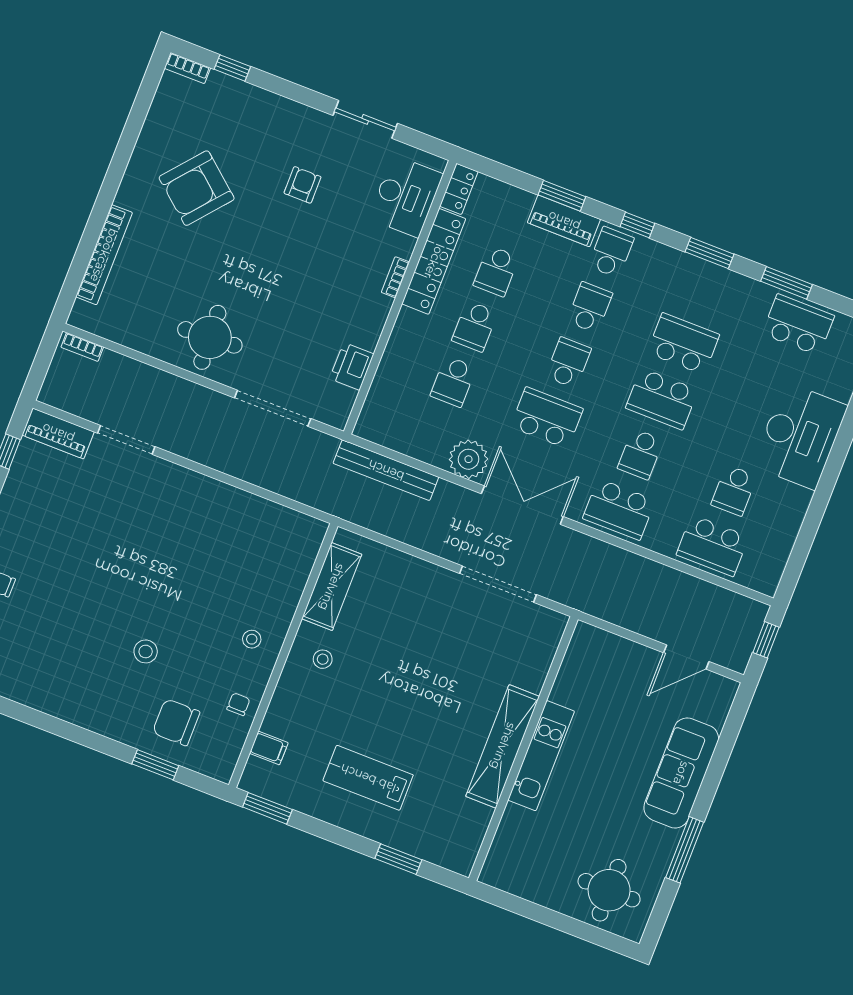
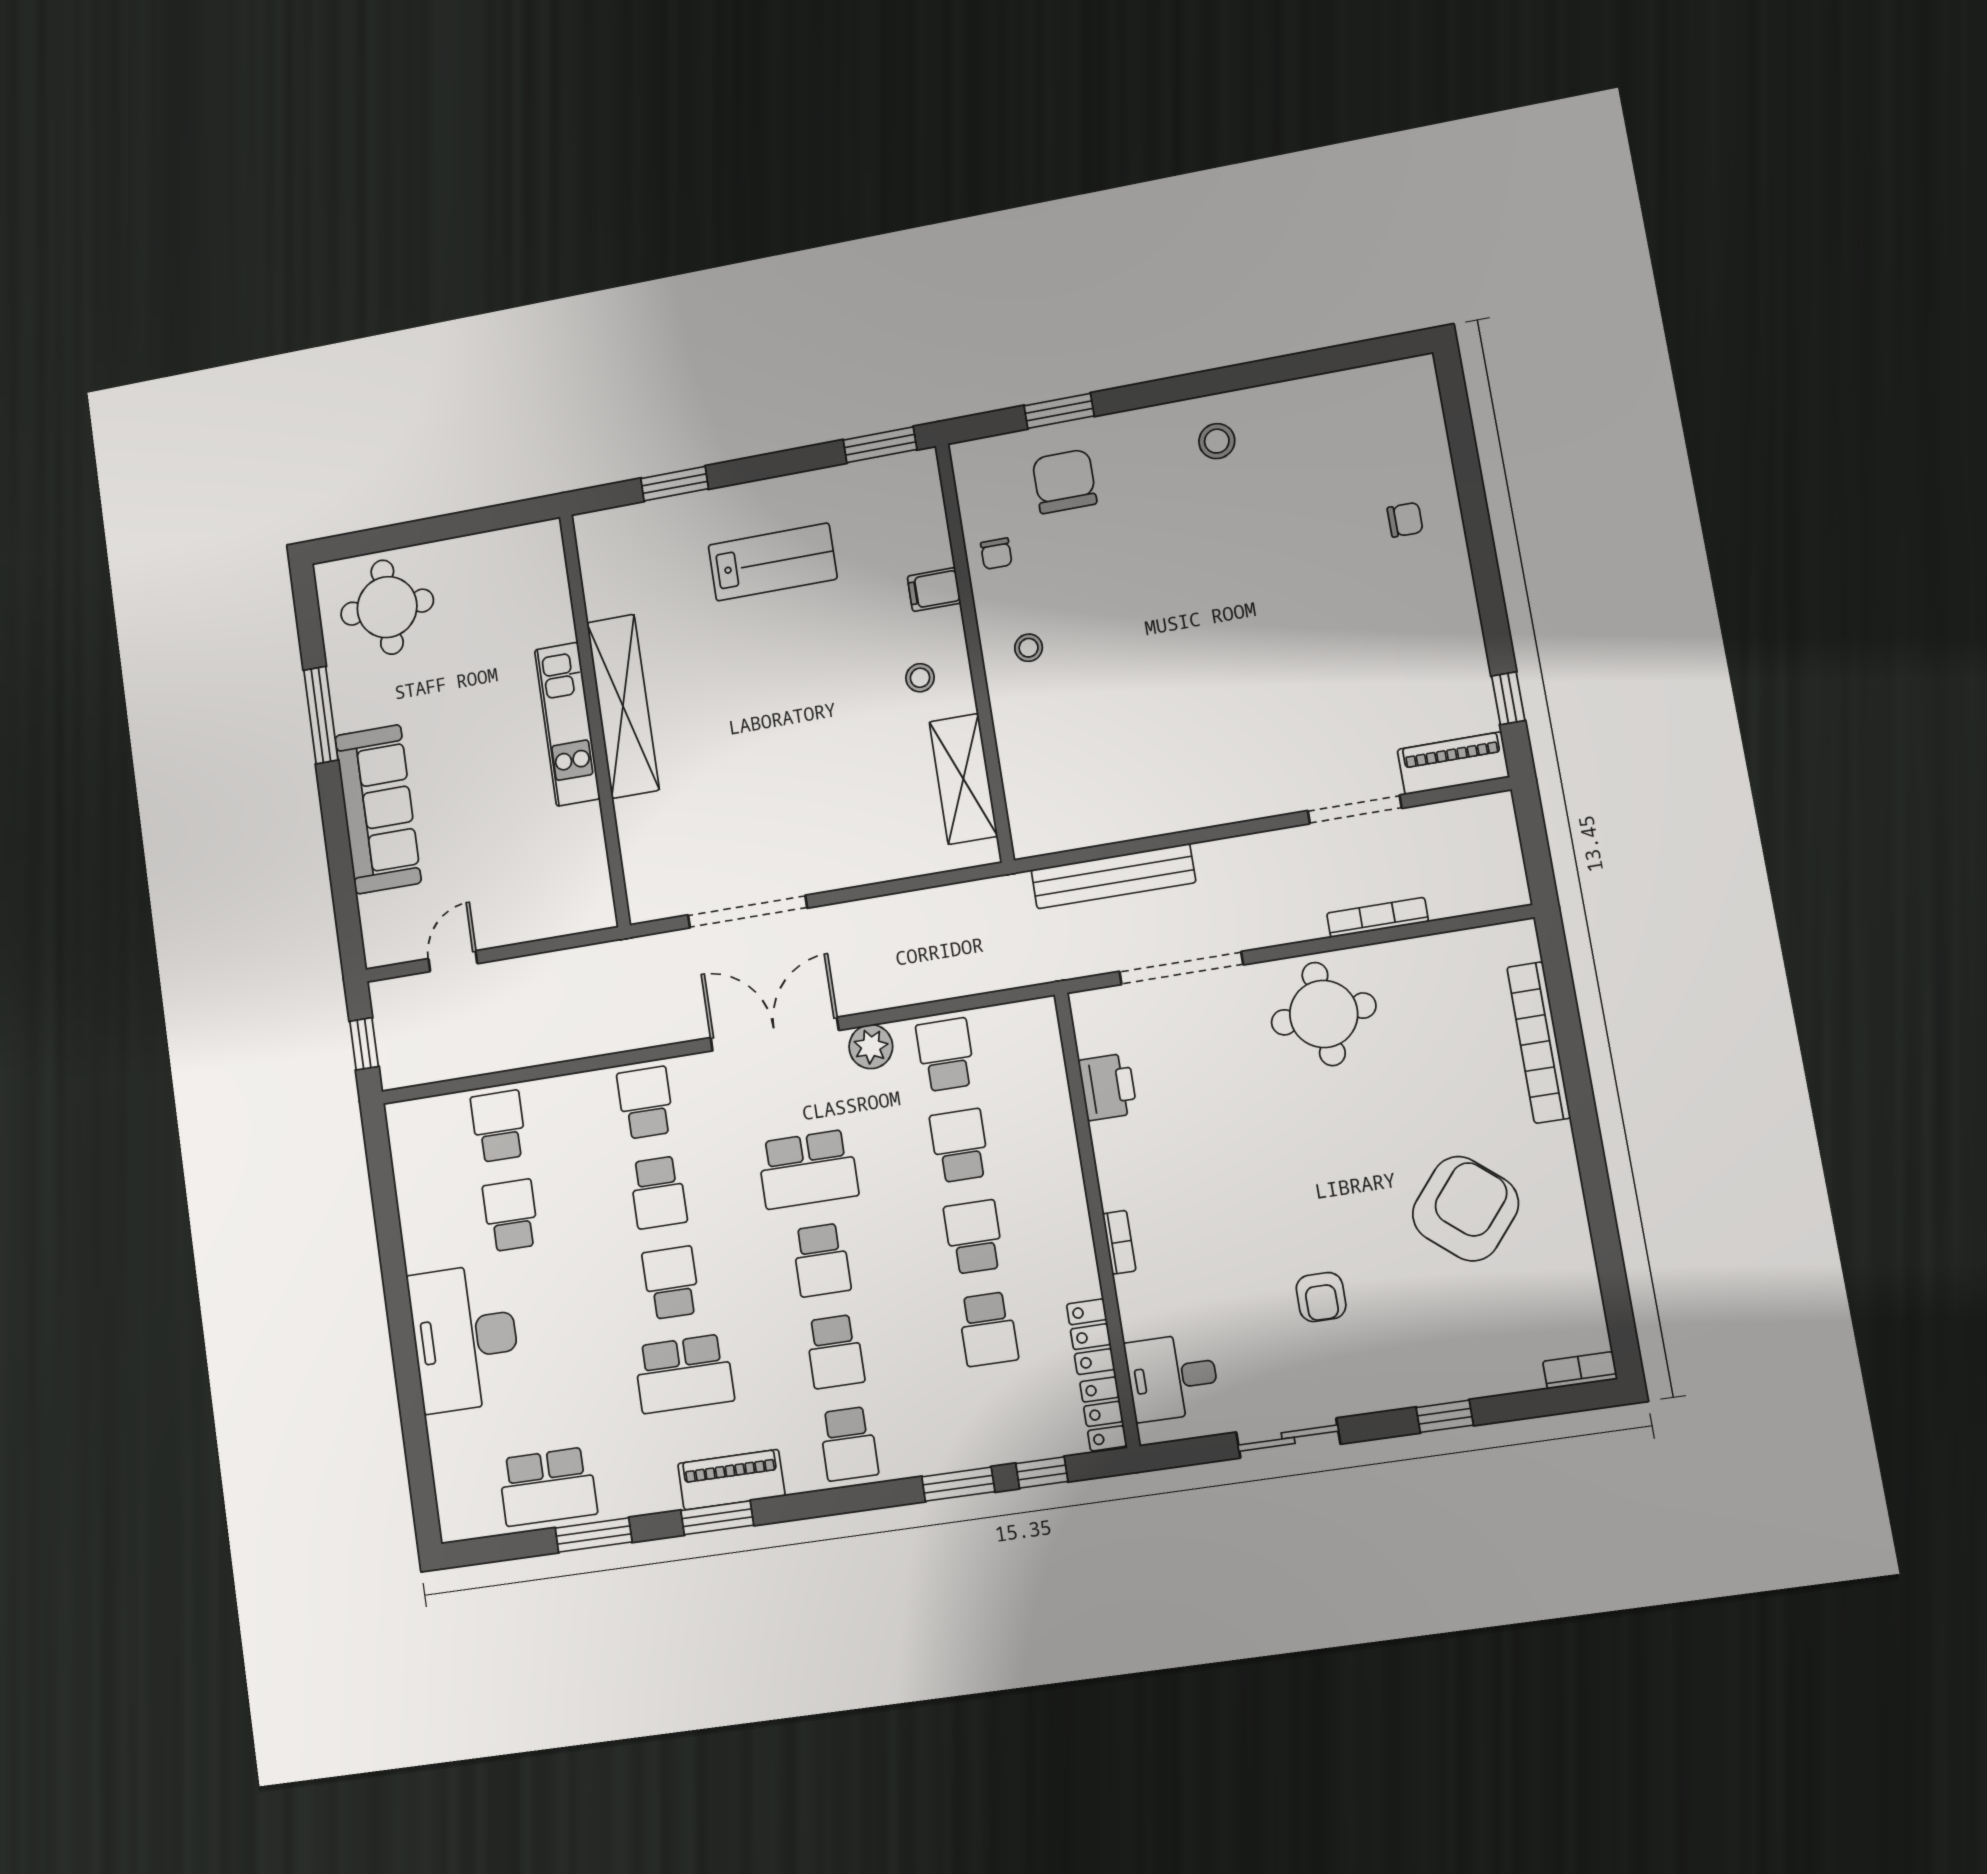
window: (232, 68) -> (1445, 1416), moved
desk: (406, 196) -> (1172, 1377), width x0.73
piano: (564, 221) -> (731, 1480), moved
window: (637, 225) -> (1042, 1473), moved
locker: (434, 261) -> (1091, 1337), width x0.46, depth x0.83
school desk: (496, 271) -> (988, 1329), turned 180
bookcase: (82, 347) -> (1377, 917), moved, width x1.56
school desk: (662, 399) -> (671, 1283), width x0.54
school desk: (432, 437) -> (946, 1055), added
school desk: (640, 454) -> (658, 1192), turned 180
plant: (469, 459) -> (871, 1047), width x0.73, depth x0.73
bench: (386, 470) -> (1113, 876), moved
double door: (522, 505) -> (774, 1034), swing flipped
school desk: (619, 509) -> (645, 1103), width x0.54
school desk: (713, 546) -> (499, 1126), width x0.54
stool: (146, 651) -> (1217, 441), moved
door: (686, 657) -> (453, 961), width x0.73
chair: (176, 722) -> (1064, 481), turned -90
filing cabinet: (269, 748) -> (934, 590), moved

